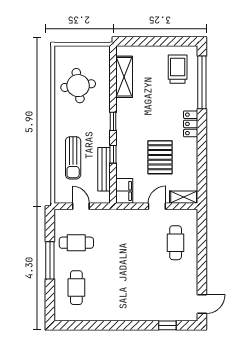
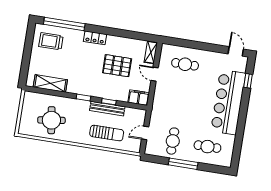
bench: (104, 169) -> (107, 109), moved
bar counter: (137, 305) -> (228, 102), added

